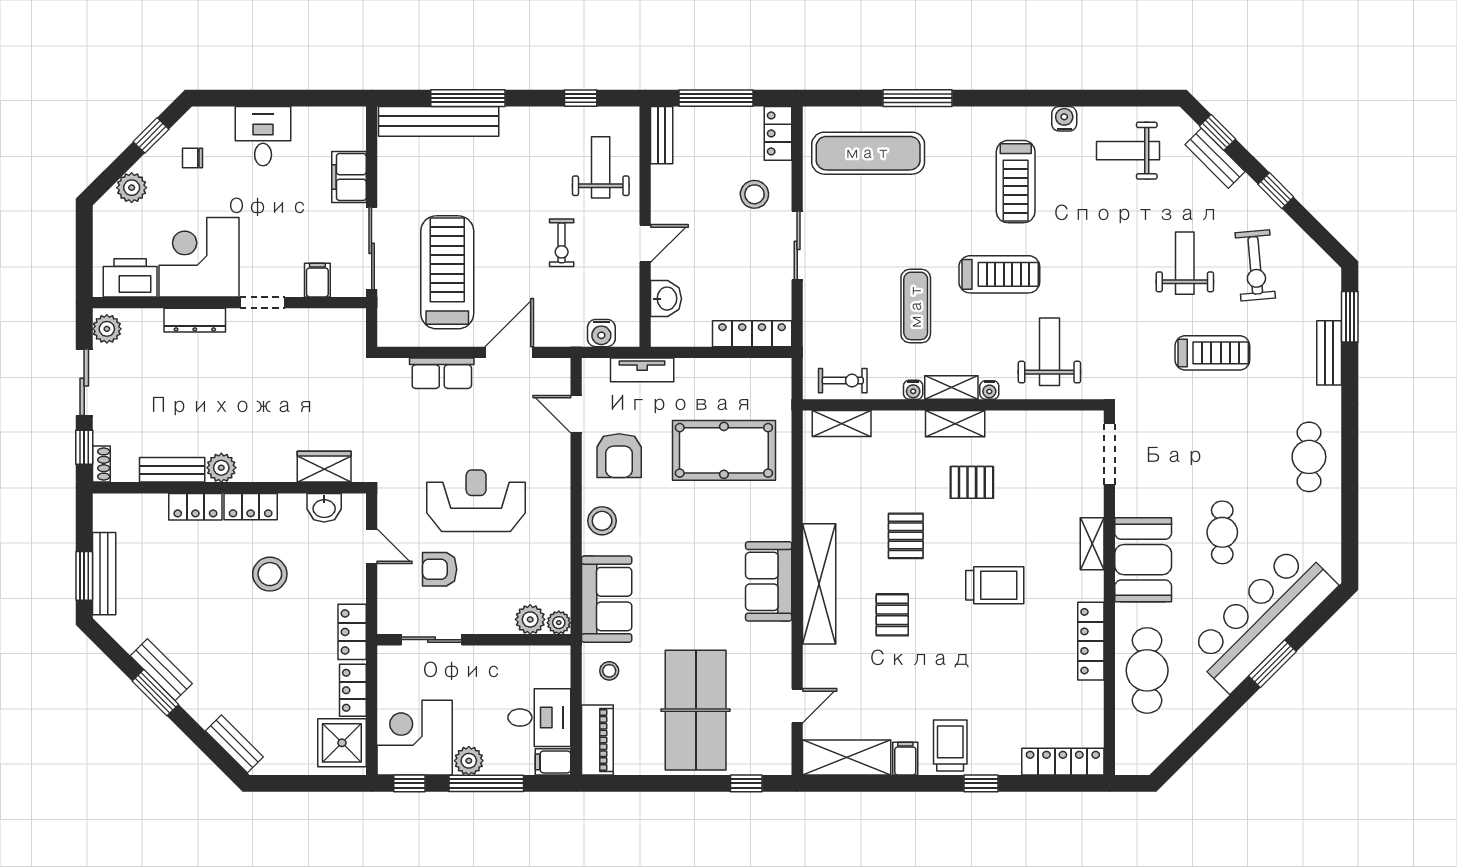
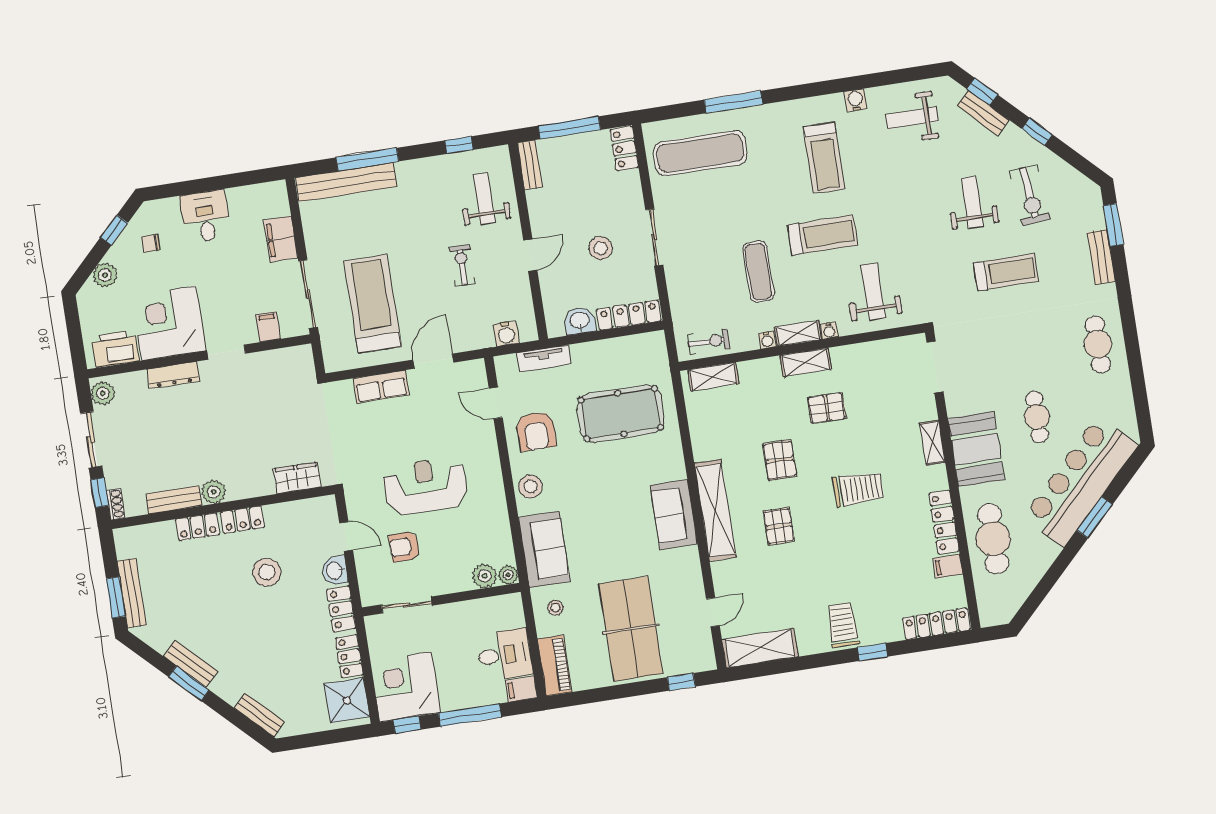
stool: (754, 194) -> (601, 248), moved
exercise bike: (562, 243) -> (462, 265), turned 180
washbasin: (666, 299) -> (580, 321), moved, turned -90
washbasin: (324, 508) -> (335, 571), moved, turned 90
filing cabinet: (905, 759) -> (948, 566), moved, turned -90
plant: (469, 761) -> (453, 699), removed

